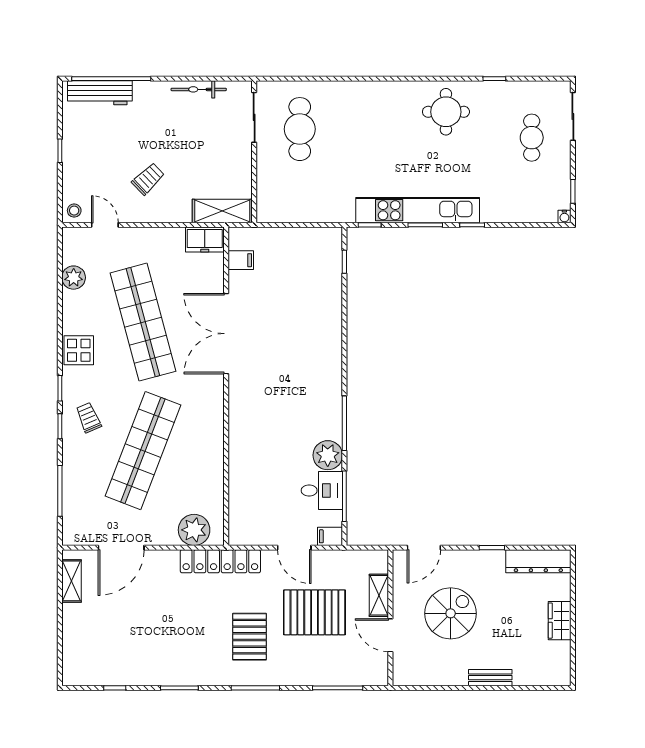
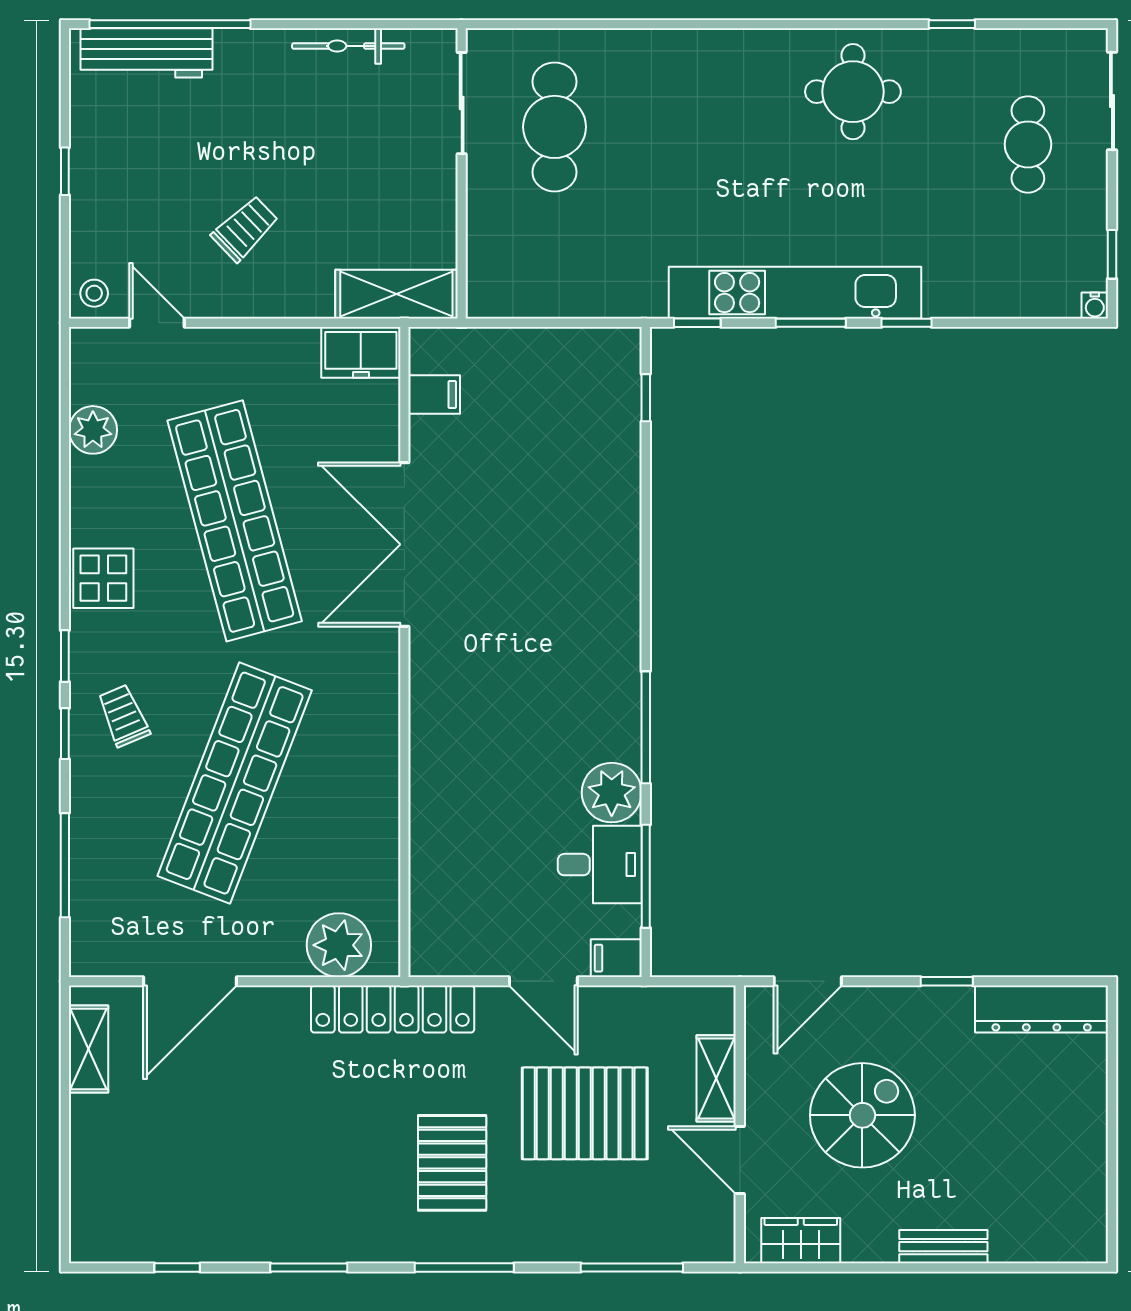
wardrobe: (560, 621) -> (801, 1241), moved, turned 90

